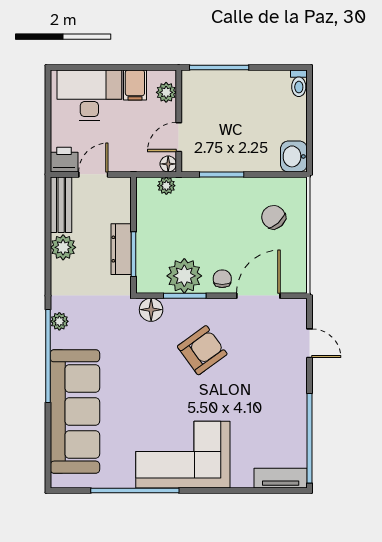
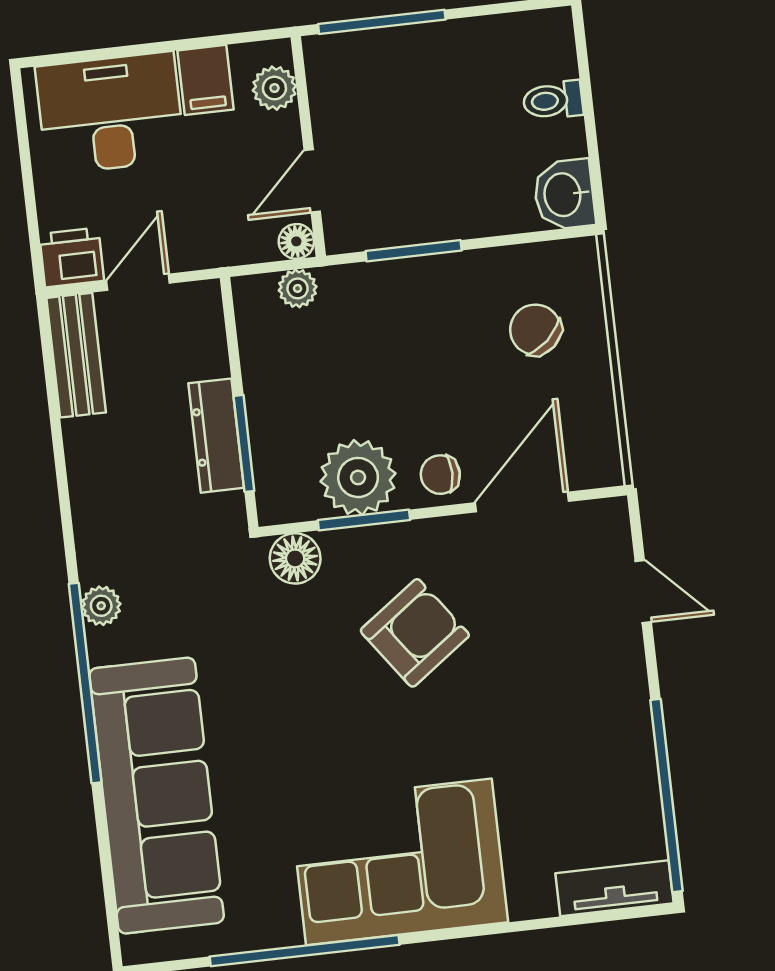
toilet: (299, 83) -> (553, 100), moved, turned 90
plant: (63, 247) -> (91, 446), removed
chair: (222, 279) -> (440, 475), turned -90

